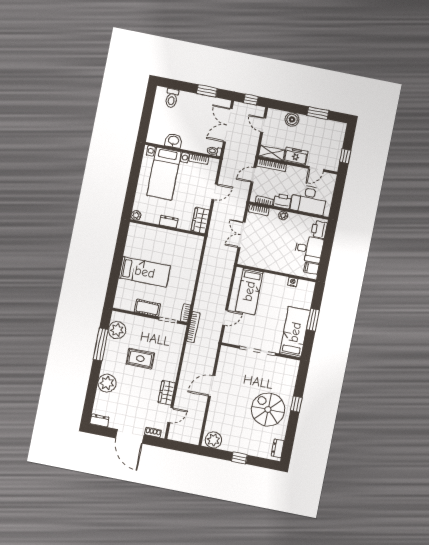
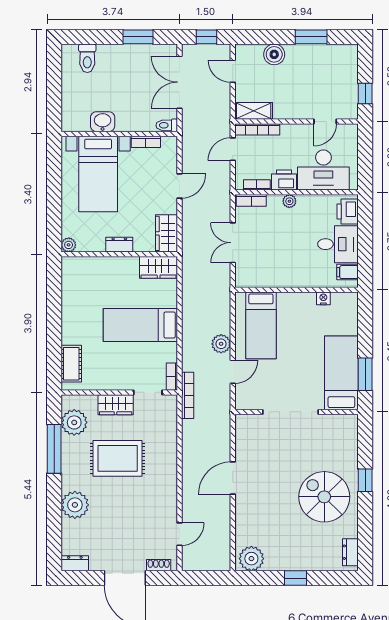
freezer: (296, 156) -> (291, 108), removed
wardrobe: (191, 241) -> (159, 267), added
bed: (145, 272) -> (140, 325), moved, turned 180
plant: (221, 298) -> (221, 344), added
cot: (147, 308) -> (71, 364), moved, turned 90
window: (313, 320) -> (365, 374), moved
rug: (140, 359) -> (118, 458), width x1.36, depth x1.43
wardrobe: (167, 393) -> (116, 405), moved, turned -90

